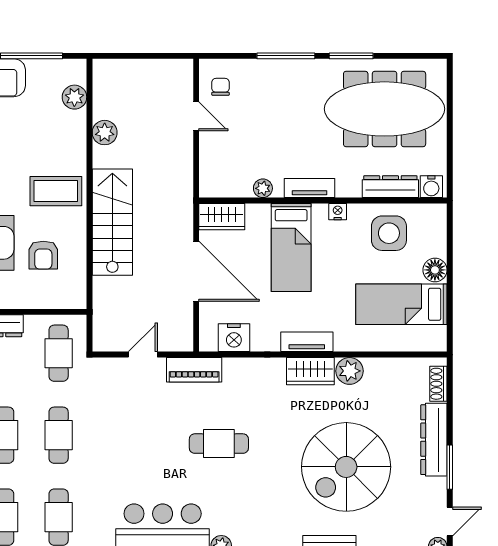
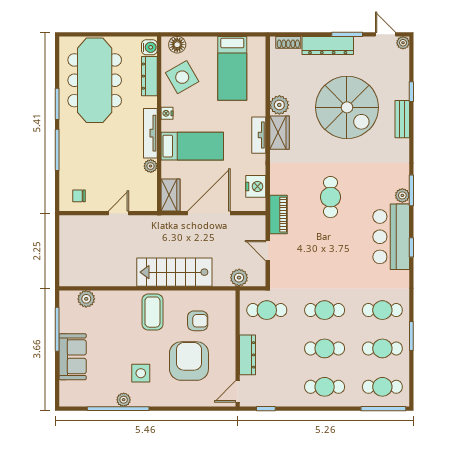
door: (196, 116) -> (119, 213), moved
plant: (105, 133) -> (239, 278), moved
tv unit: (309, 188) -> (150, 133), width x1.41
side table: (389, 233) -> (182, 77), turned -30
floor lamp: (435, 270) -> (177, 45), moved

